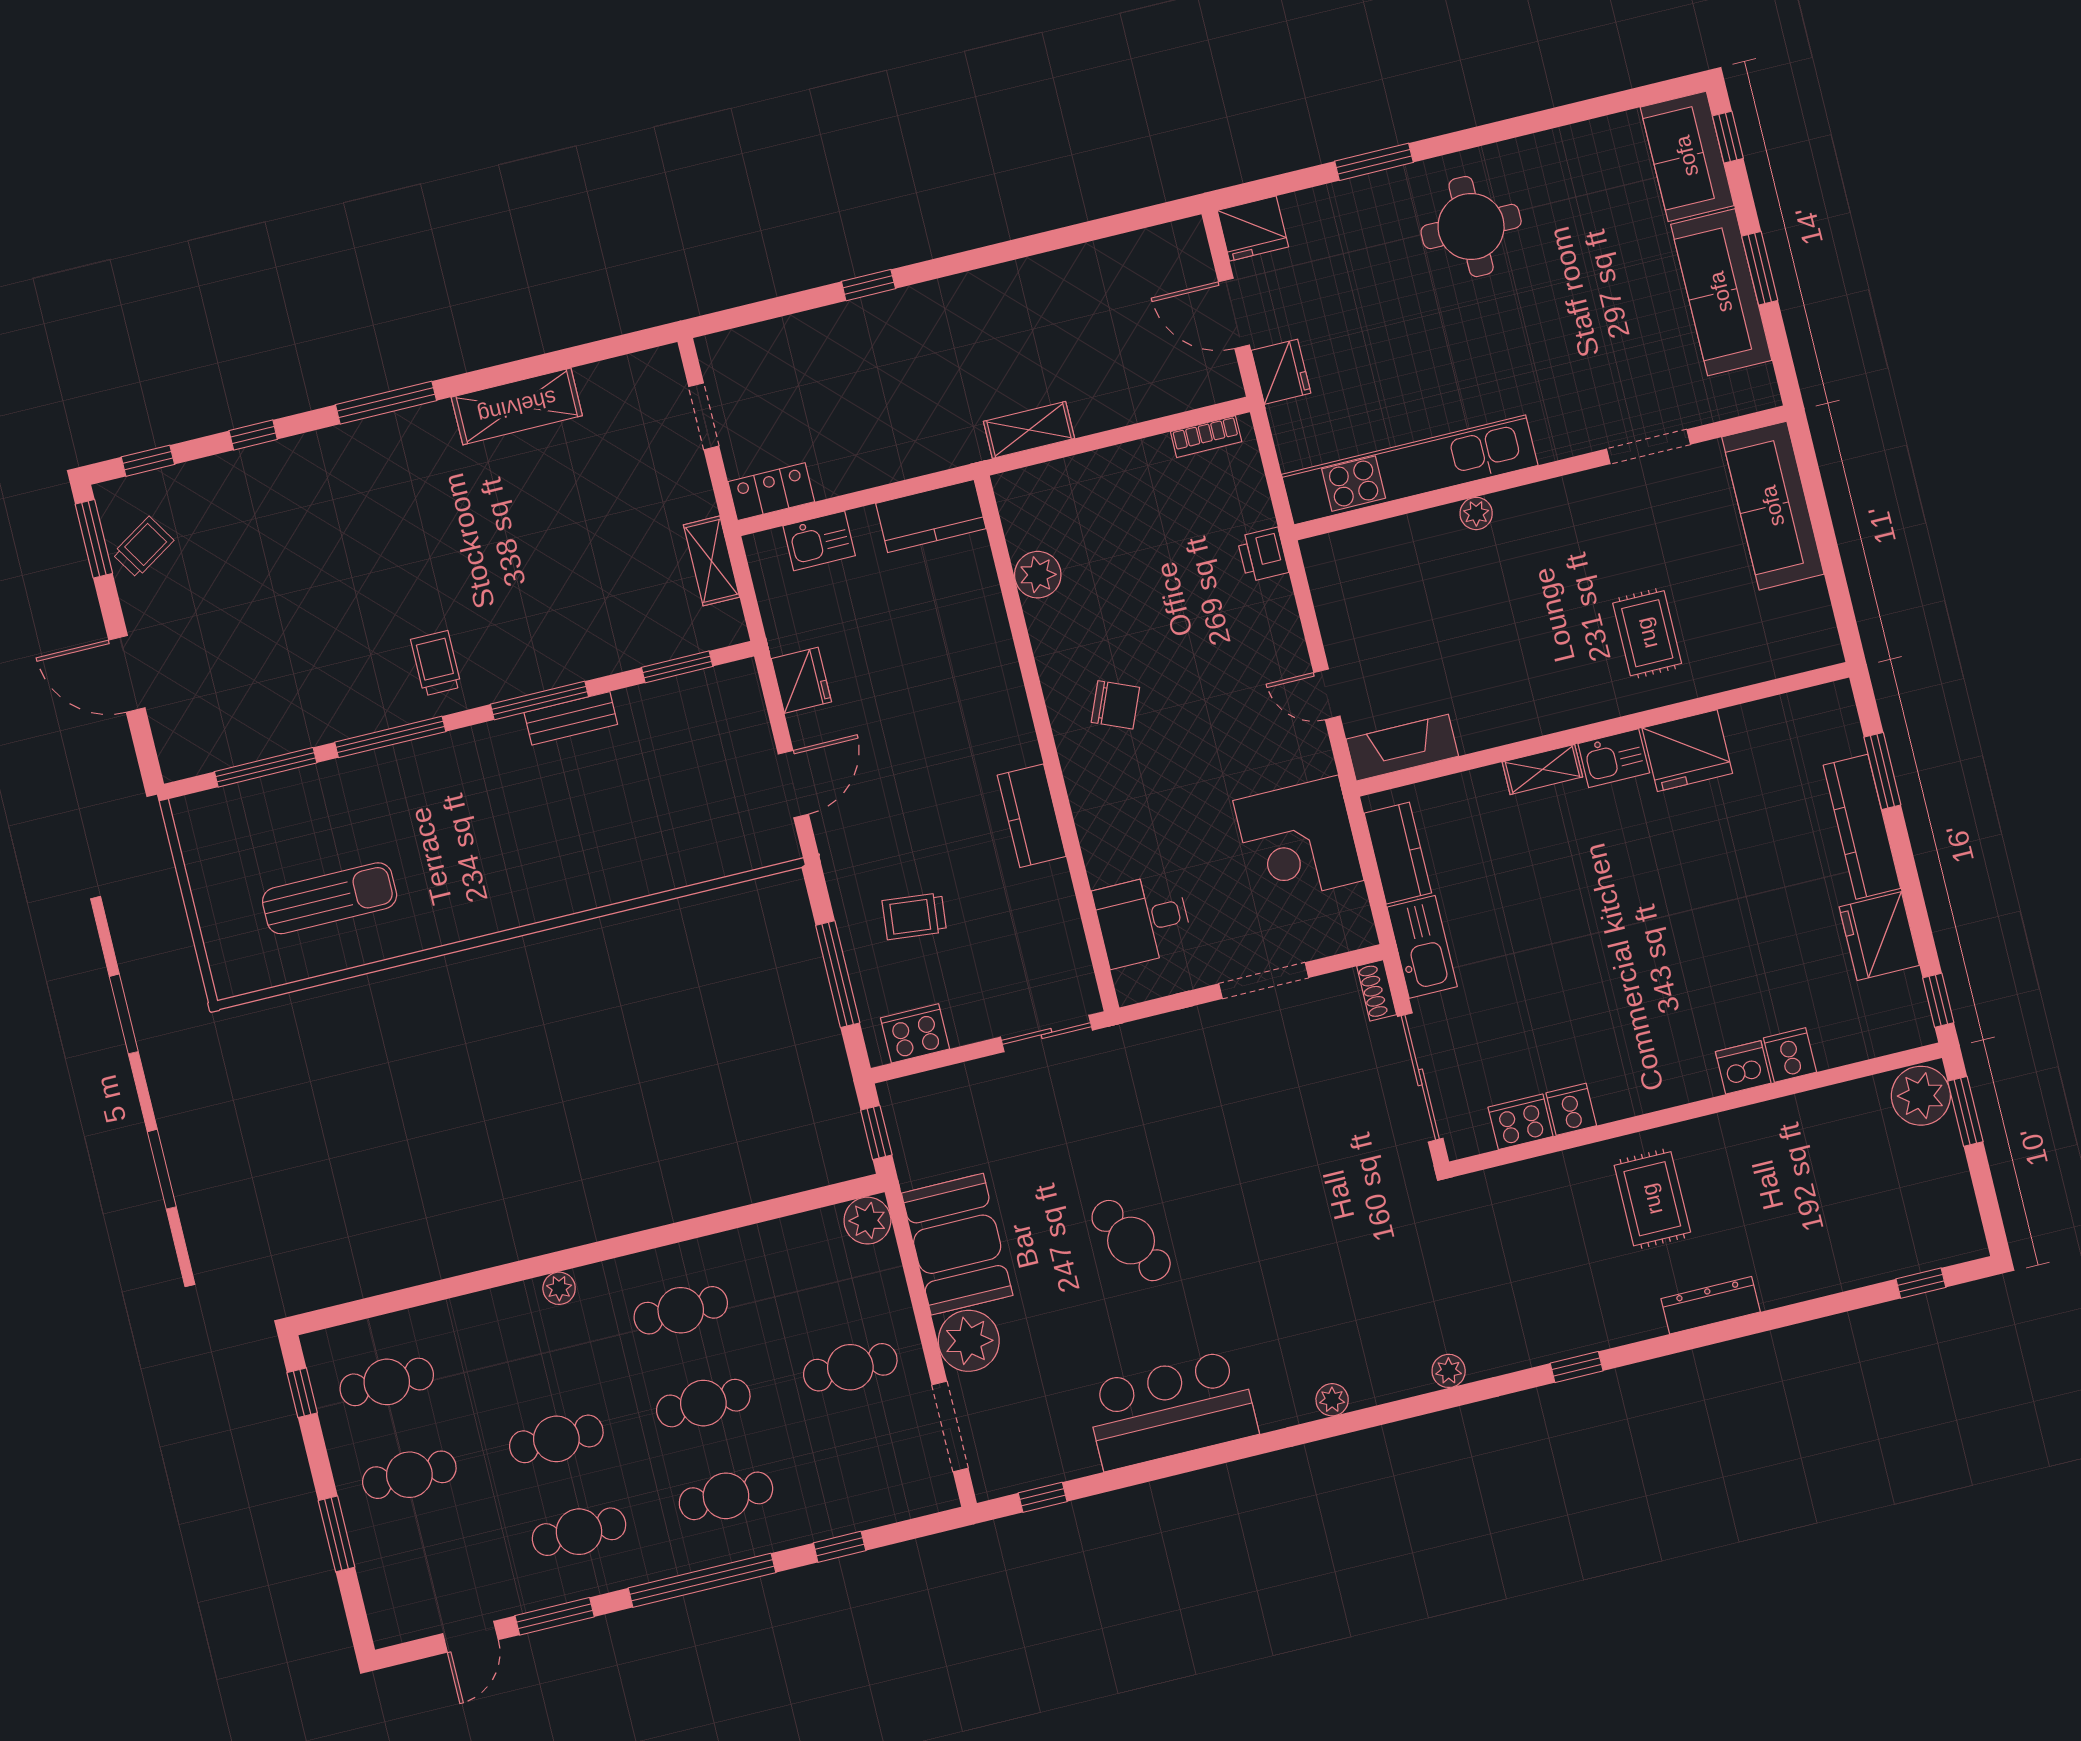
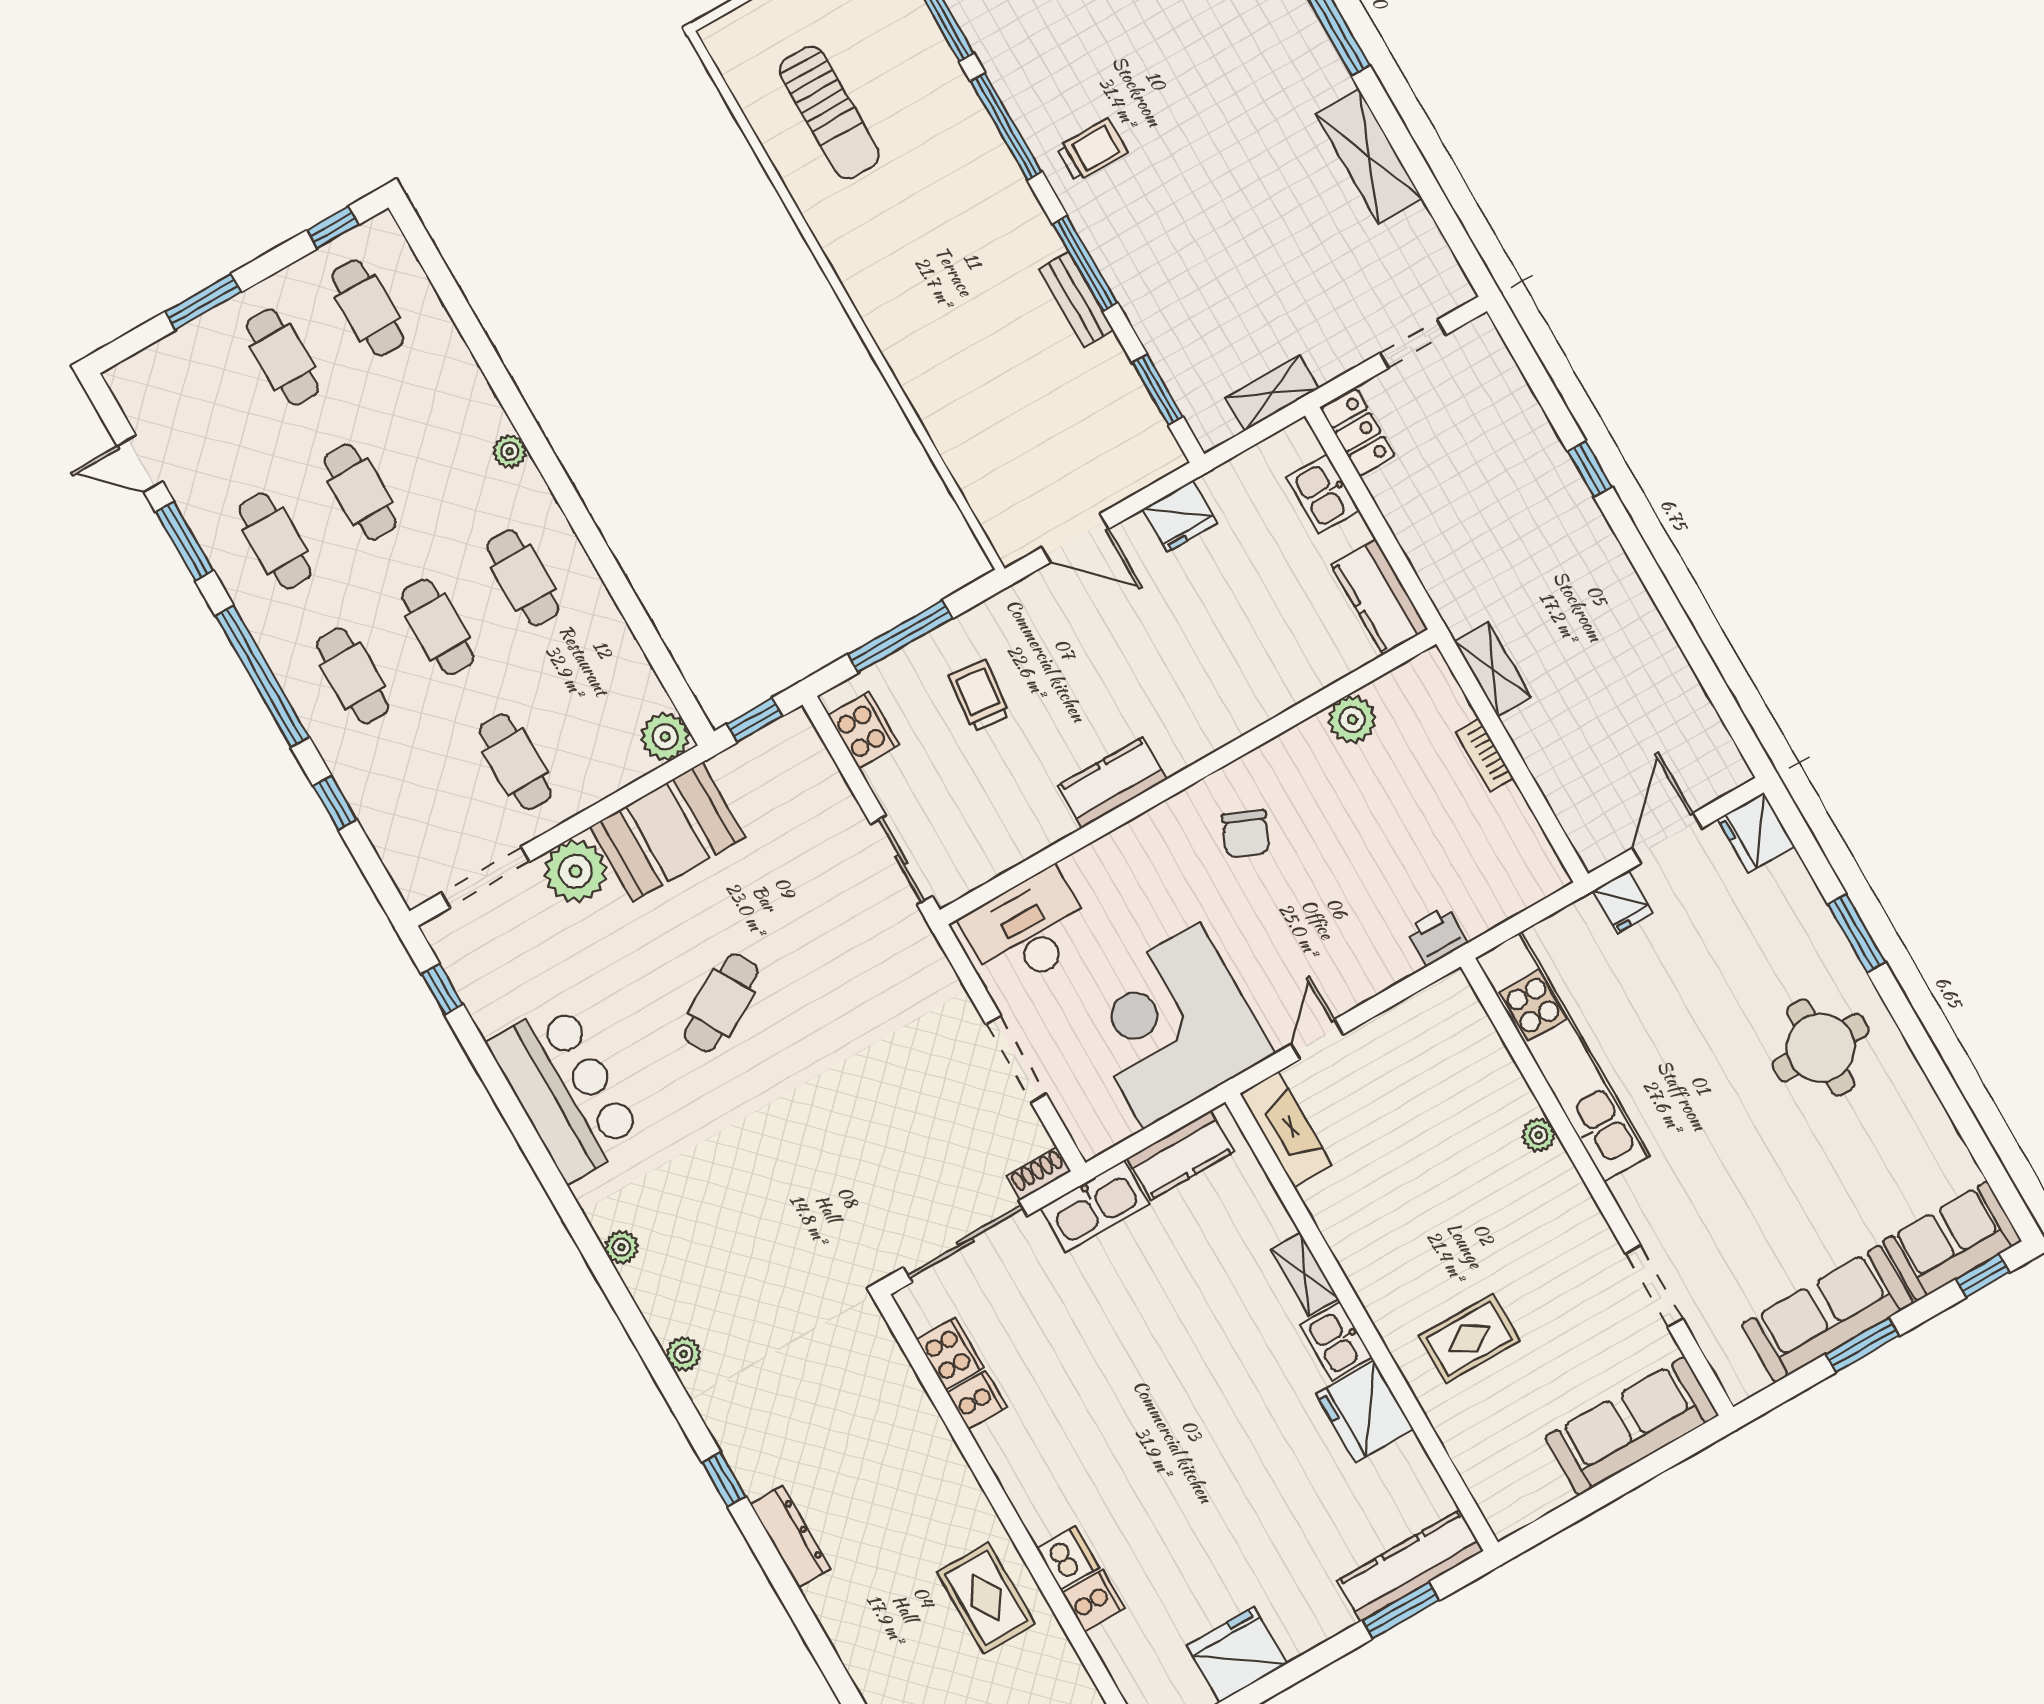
fridge: (1281, 372) -> (1623, 902), width x0.72
bookcase: (1206, 437) -> (1485, 755), moved
kitchen counter: (1862, 827) -> (1410, 1566), moved
corner desk: (1298, 841) -> (1172, 1026), width x1.36, depth x1.36
desk: (1143, 920) -> (1028, 930), width x1.37
rug: (1652, 1199) -> (986, 1598), moved, turned 90
dresser: (1711, 1305) -> (790, 1537), moved

